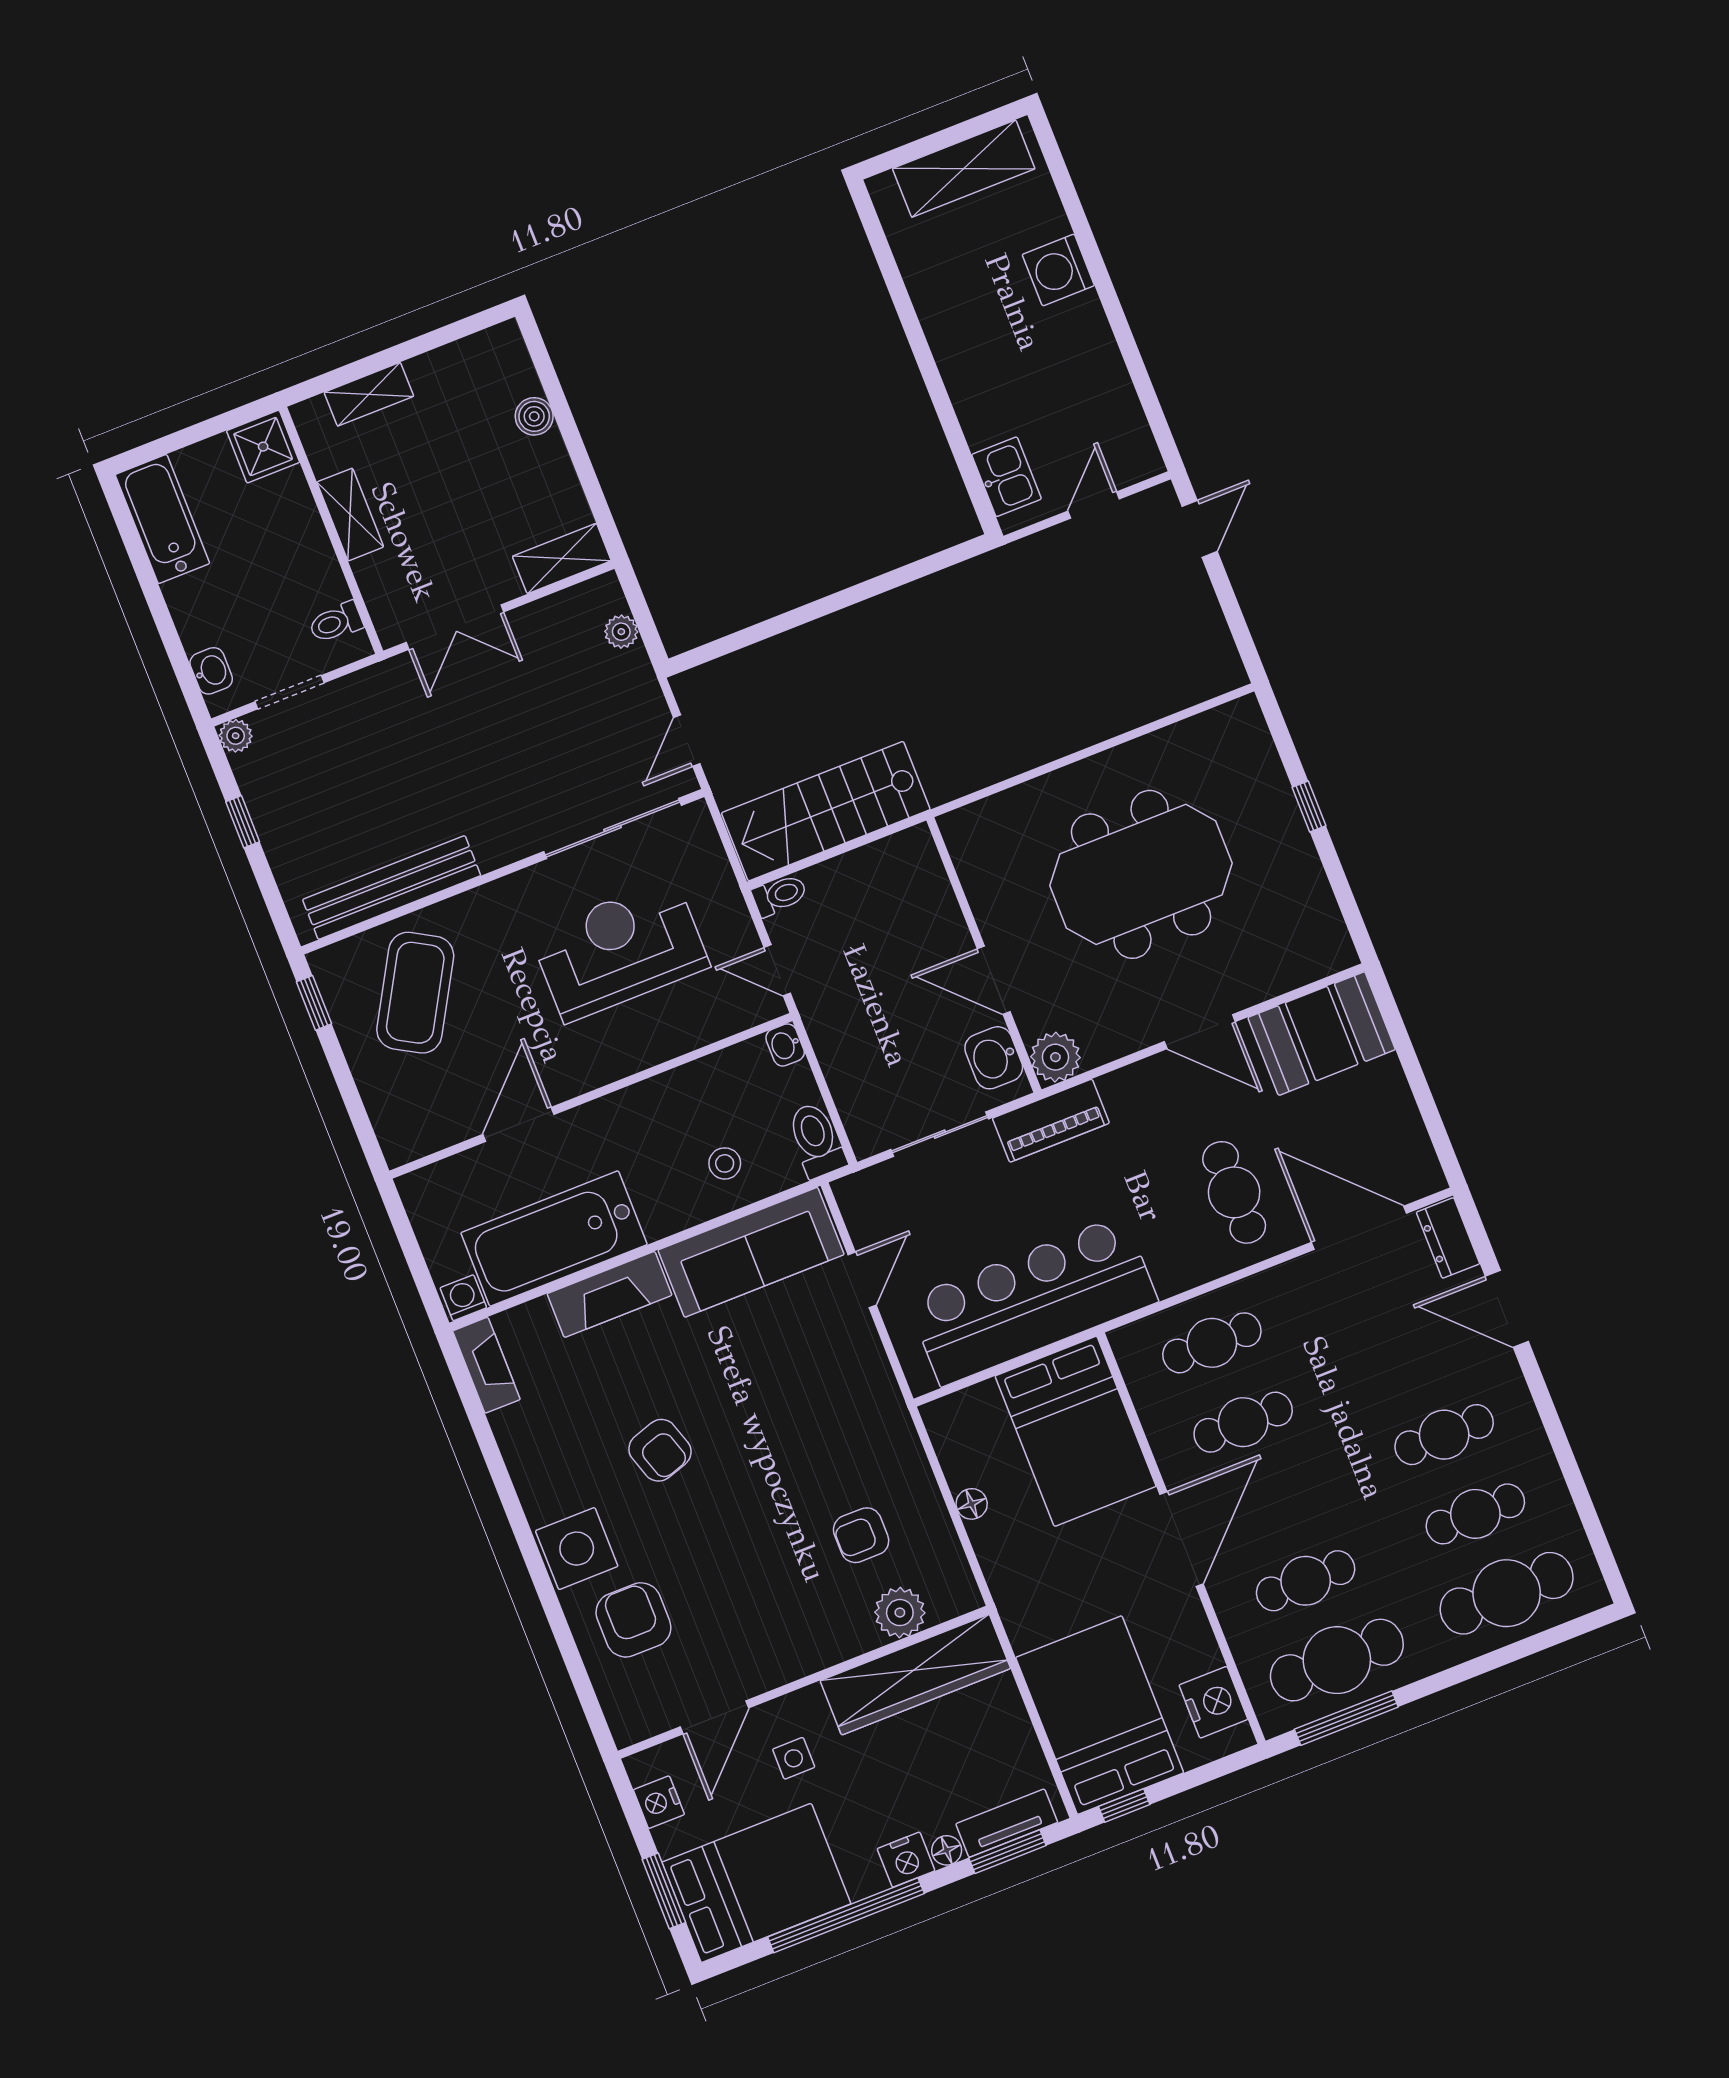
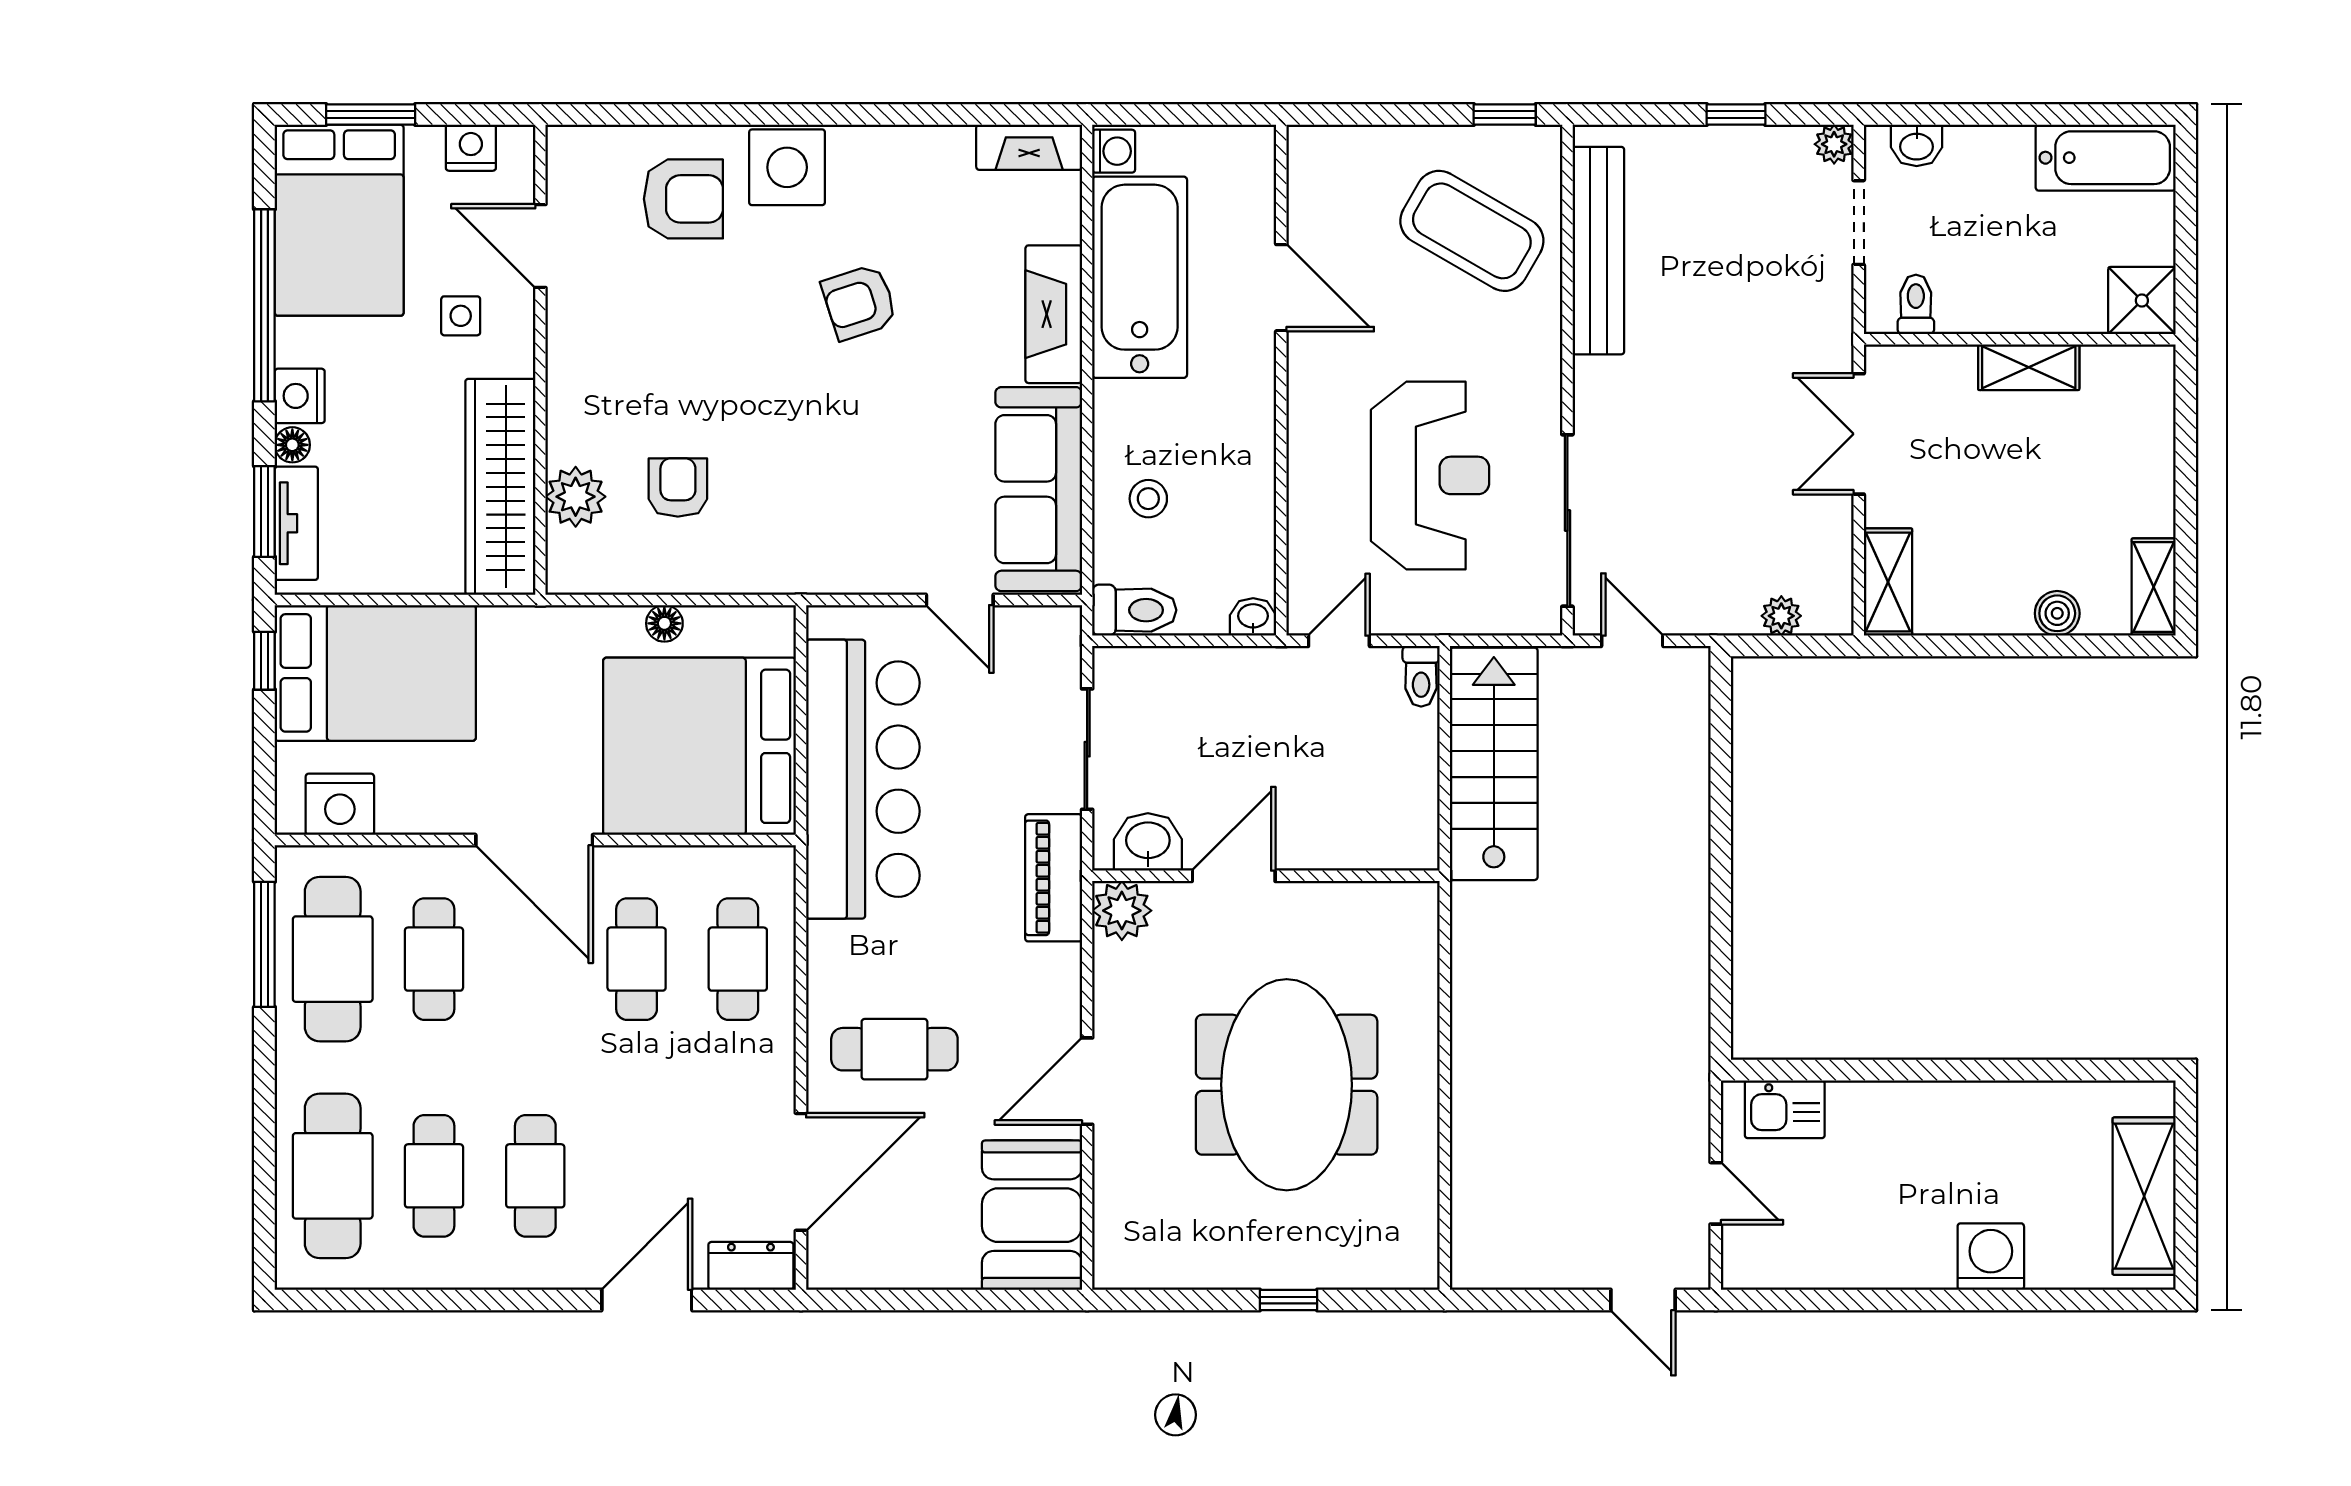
shelving: (369, 394) -> (2154, 587), moved
bed: (1076, 1431) -> (700, 746), width x1.36

